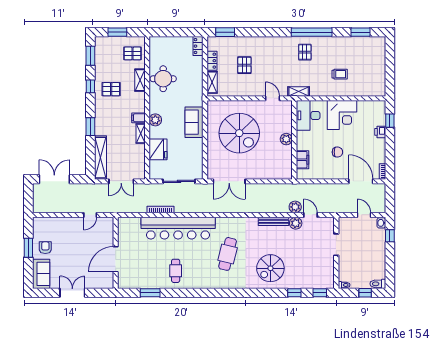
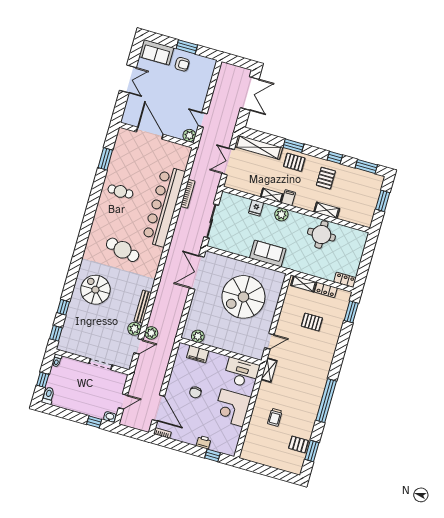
pallet: (305, 52) -> (298, 444), moved
pallet: (133, 53) -> (294, 162), moved, turned 90
plant: (286, 139) -> (198, 336), moved
fridge: (158, 149) -> (256, 208), width x0.53, depth x0.75
door: (361, 181) -> (158, 408), hinge flipped
plant: (108, 223) -> (189, 135), added

